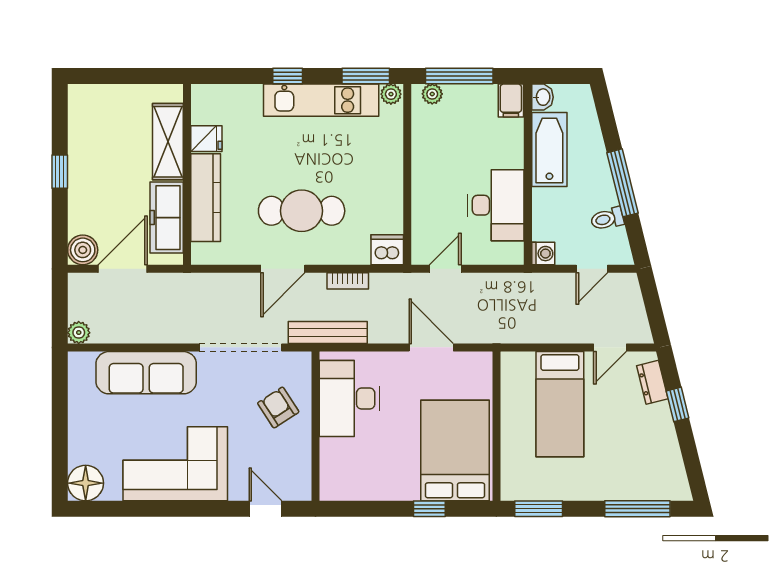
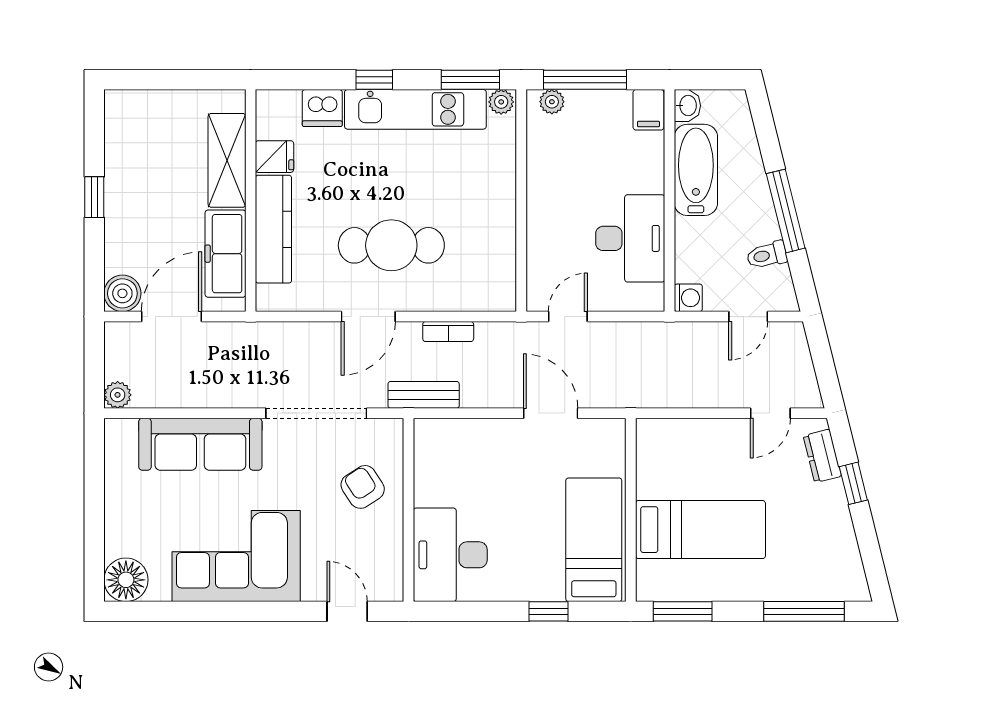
dishwasher: (387, 250) -> (322, 108), moved, turned 180
bench: (328, 333) -> (424, 395), width x0.73
desk: (349, 399) -> (450, 555), moved
bed: (560, 404) -> (700, 530), moved, turned -90
bed: (455, 450) -> (594, 540), width x0.67

